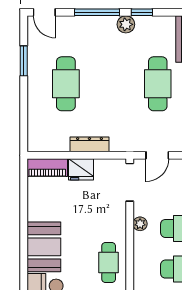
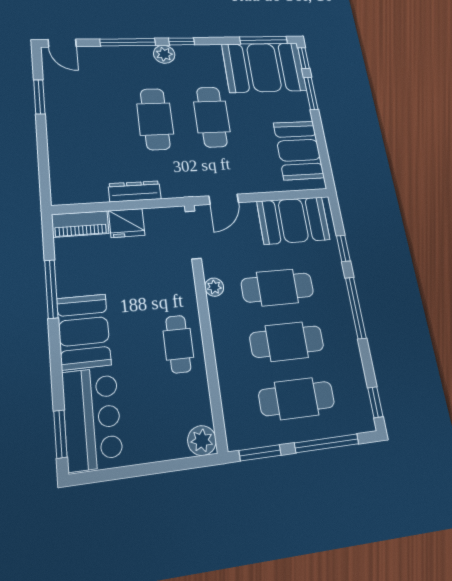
cafe table: (66, 84) -> (155, 119), moved
window: (24, 215) -> (51, 289), added

